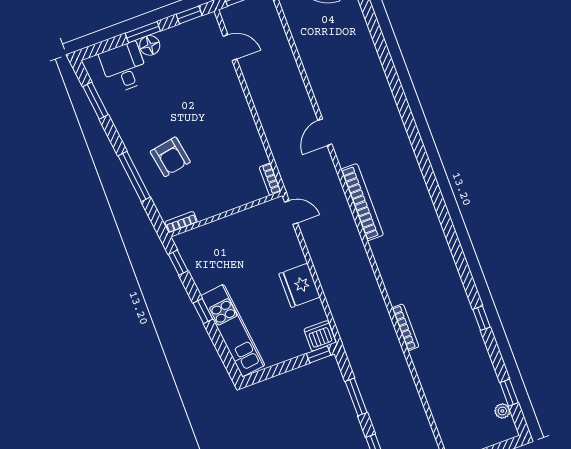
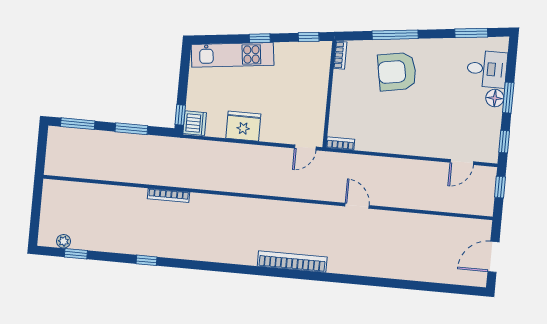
armchair: (170, 157) -> (397, 72), width x1.36, depth x1.36
bookcase: (362, 202) -> (292, 262), moved, turned 180

